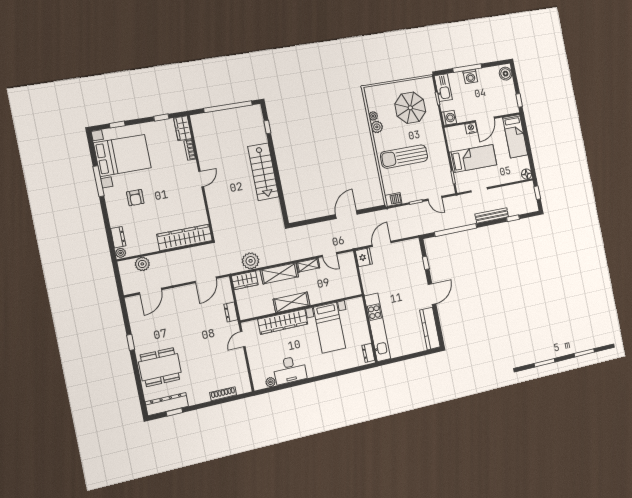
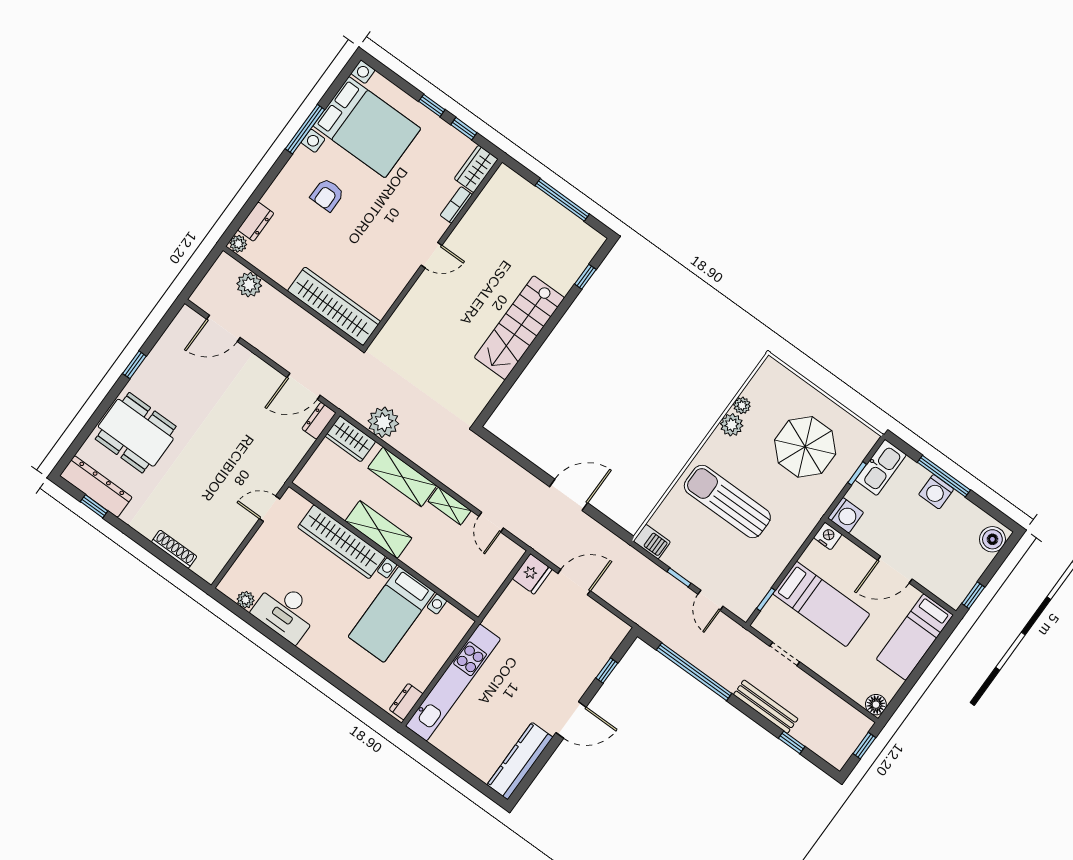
window: (228, 107) -> (562, 200), width x0.68
window: (117, 125) -> (432, 105), moved
nightstand: (471, 128) -> (828, 536), moved
dresser: (231, 312) -> (319, 421), moved

